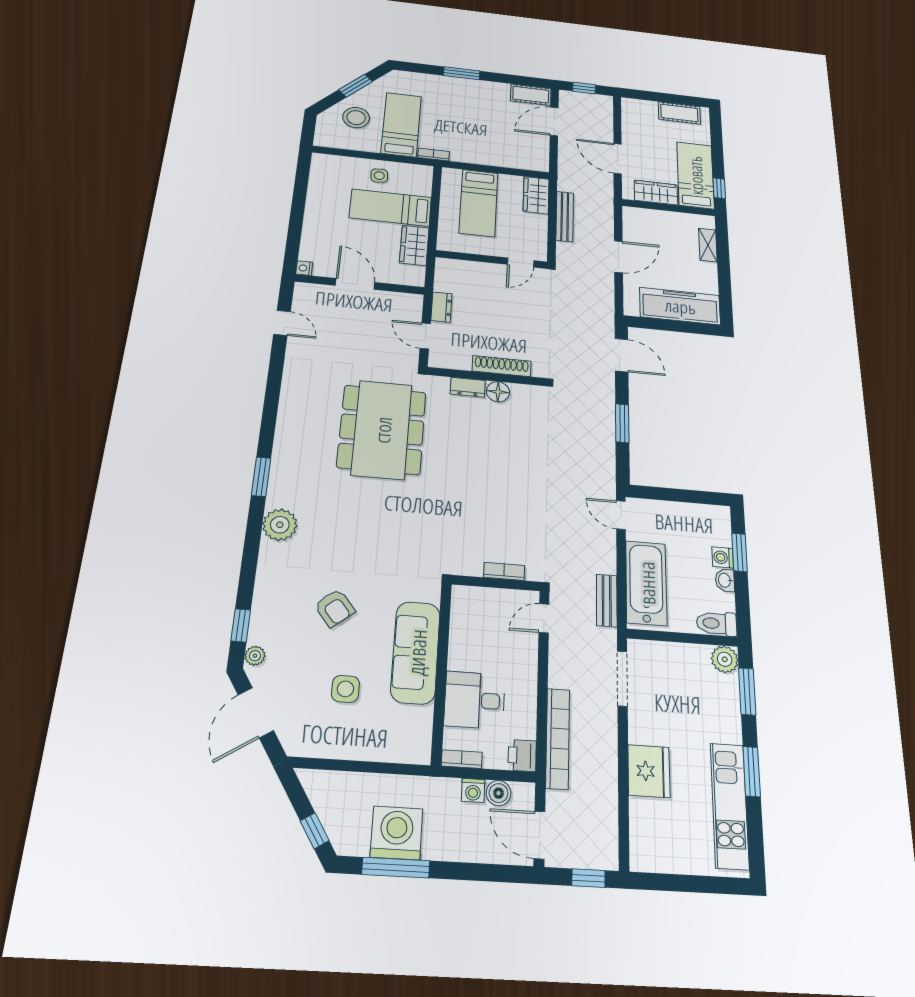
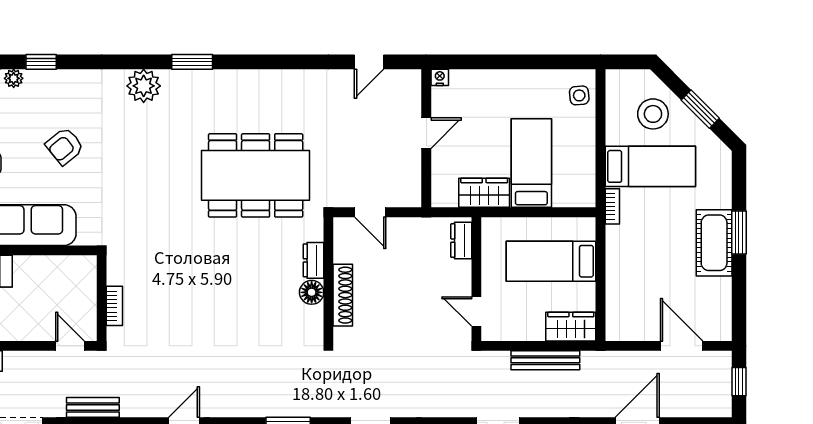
cot: (531, 95) -> (714, 243), moved, width x1.37, depth x1.34
side table: (379, 176) -> (579, 95), moved
door: (355, 284) -> (426, 133), width x0.73
dresser: (441, 307) -> (461, 241), moved, turned 90
door: (425, 336) -> (370, 212), swing flipped

